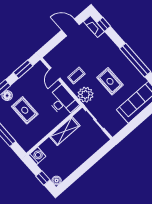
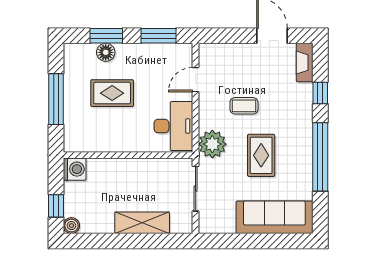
window: (104, 24) -> (320, 93), moved
coffee table: (76, 76) -> (244, 106), moved
rug: (25, 110) -> (112, 93), turned 90
shelving: (65, 131) -> (142, 223), moved

